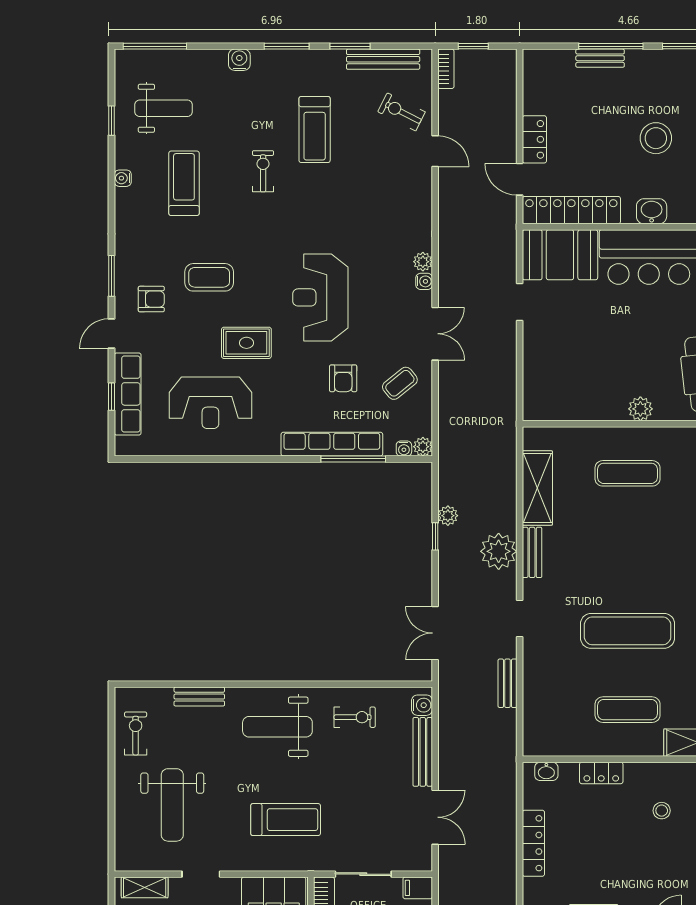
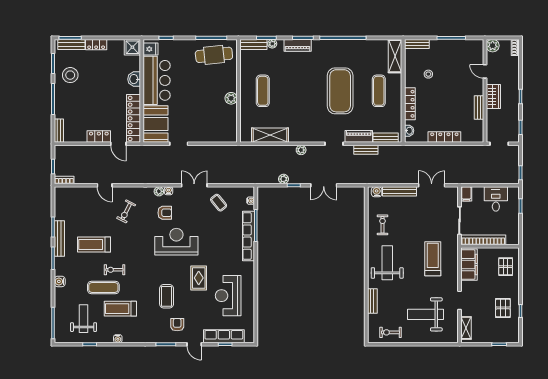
bench: (600, 58) -> (59, 131), moved
bench: (383, 59) -> (59, 239), moved
exercise bike: (401, 112) -> (126, 211), moved
treadmill: (315, 129) -> (94, 245), turned 180
stool: (656, 138) -> (70, 75), moved
exercise mat: (227, 149) -> (103, 288), added
door: (435, 151) -> (105, 185), swing flipped
door: (520, 179) -> (118, 144), hinge flipped
reception desk: (320, 297) -> (176, 242), turned 180
armchair: (343, 378) -> (165, 213), moved
reception desk: (210, 403) -> (228, 296), turned 180
plant: (640, 409) -> (231, 98), moved
plant: (423, 447) -> (250, 191), removed
plant: (499, 551) -> (301, 150), width x0.53, depth x0.53
bench: (532, 552) -> (386, 138), moved
exercise mat: (628, 631) -> (340, 91), width x1.47
double door: (435, 633) -> (324, 185), moved
piano: (535, 669) -> (359, 136), added
weight bench: (277, 727) -> (387, 263), turned 180
locker: (601, 773) -> (410, 104), width x1.53
weight bench: (172, 805) -> (426, 314), turned 180

